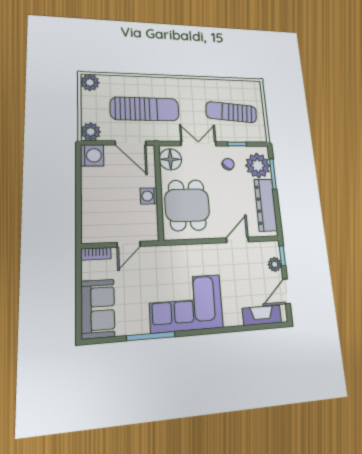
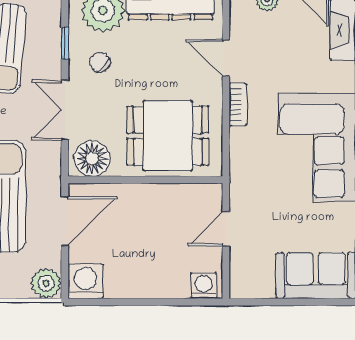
washing machine: (149, 196) -> (204, 286), moved, turned 180
door: (129, 244) -> (226, 229), swing flipped
bookcase: (96, 254) -> (238, 104), moved

